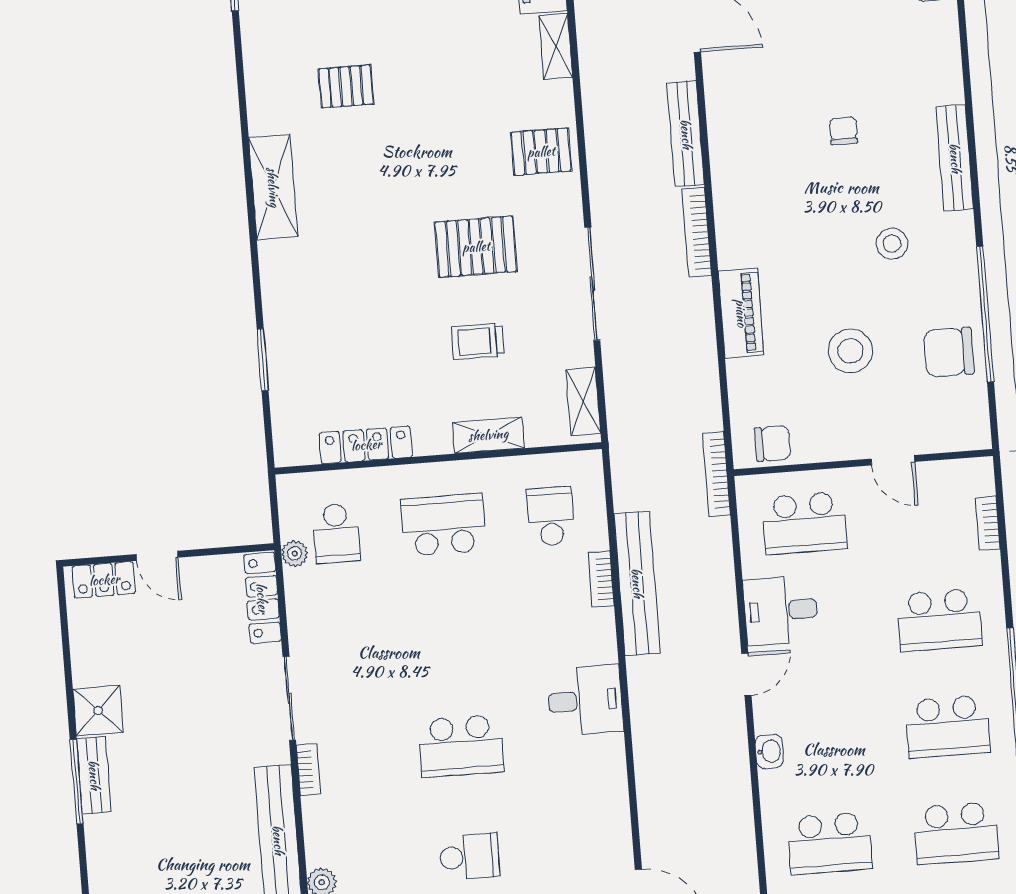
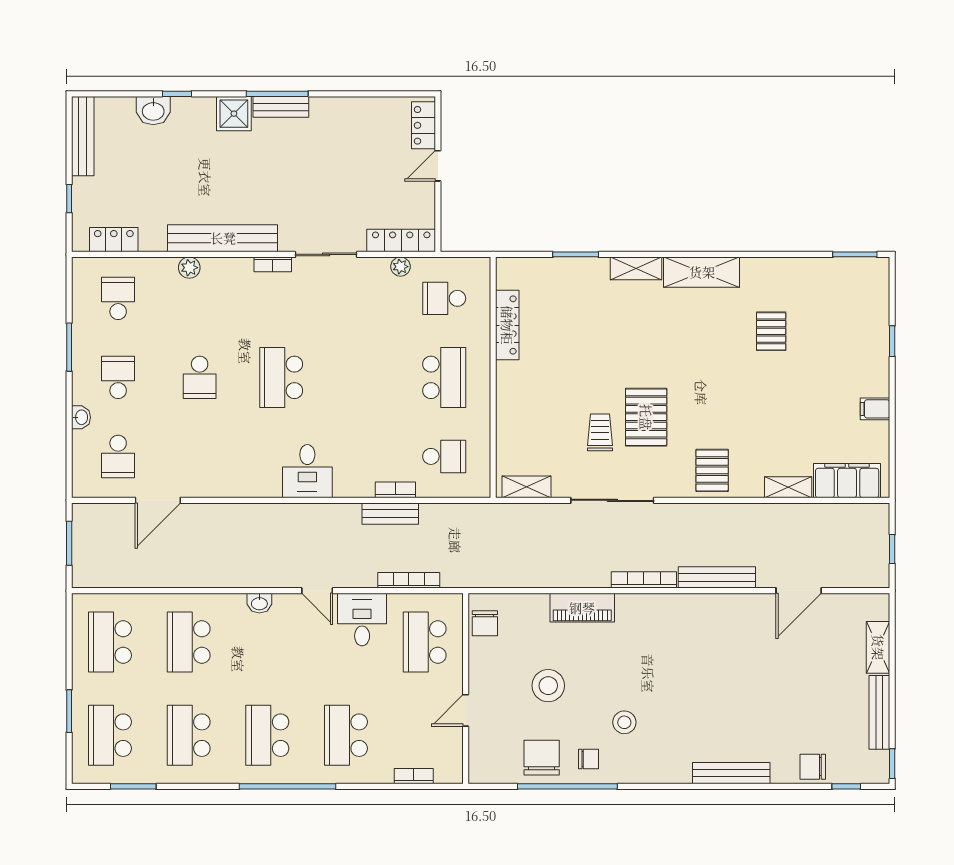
chair: (843, 131) -> (588, 759), moved
bench: (955, 158) -> (731, 773), moved
trolley: (478, 341) -> (600, 432), moved
shelving: (488, 435) -> (636, 268), moved, turned 90
bookcase: (716, 474) -> (409, 580), moved
plant: (295, 554) -> (400, 267), moved
bench: (637, 583) -> (390, 514), width x0.54, depth x0.82
shower: (98, 711) -> (234, 114), moved

